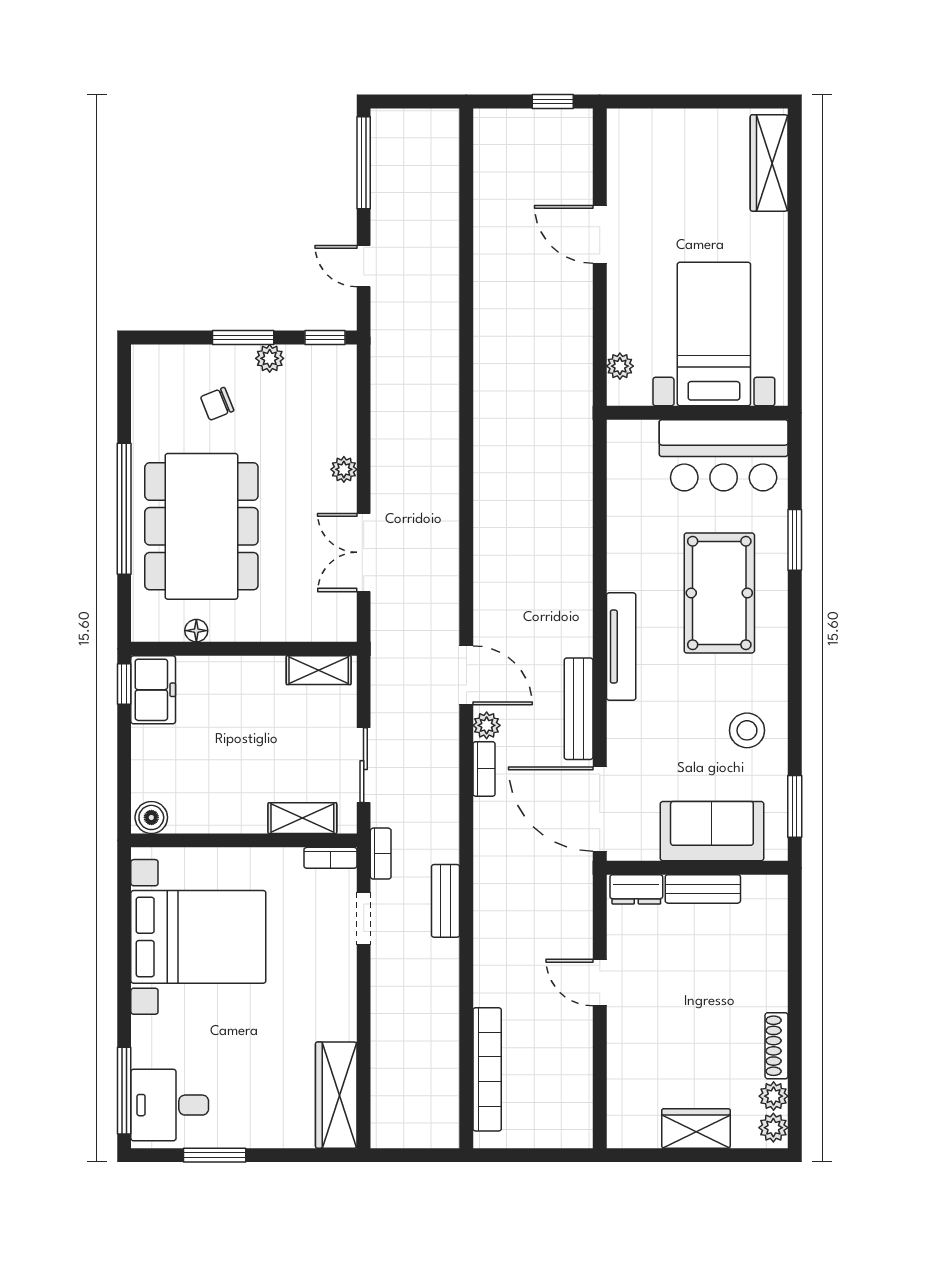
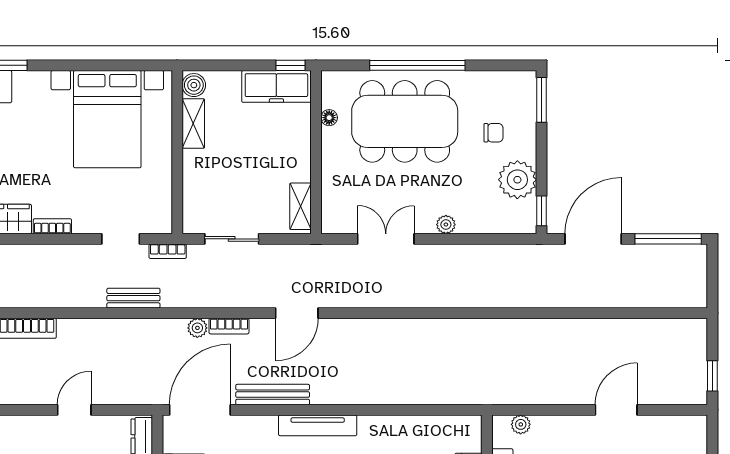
door: (364, 266) -> (593, 239), width x1.87
window: (243, 337) -> (541, 100), moved
plant: (270, 358) -> (517, 180), width x1.88, depth x1.88
chair: (217, 404) -> (493, 133), turned 112
freezer: (153, 690) -> (276, 86), width x1.40
plant: (487, 725) -> (197, 328), moved
shelving: (302, 818) -> (193, 124), moved
bookcase: (330, 858) -> (52, 226), moved, turned 90

